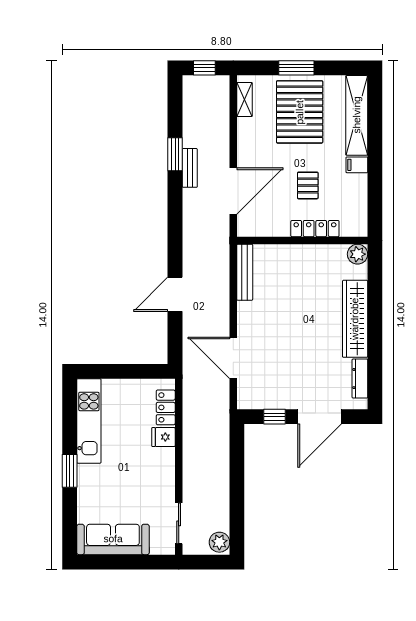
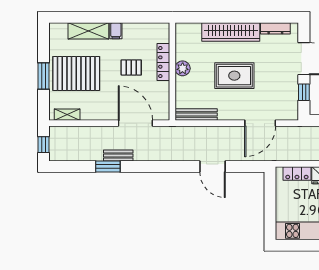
shelving: (357, 115) -> (88, 31), width x0.68
plant: (358, 254) -> (183, 68), moved
rug: (297, 323) -> (234, 76), added

